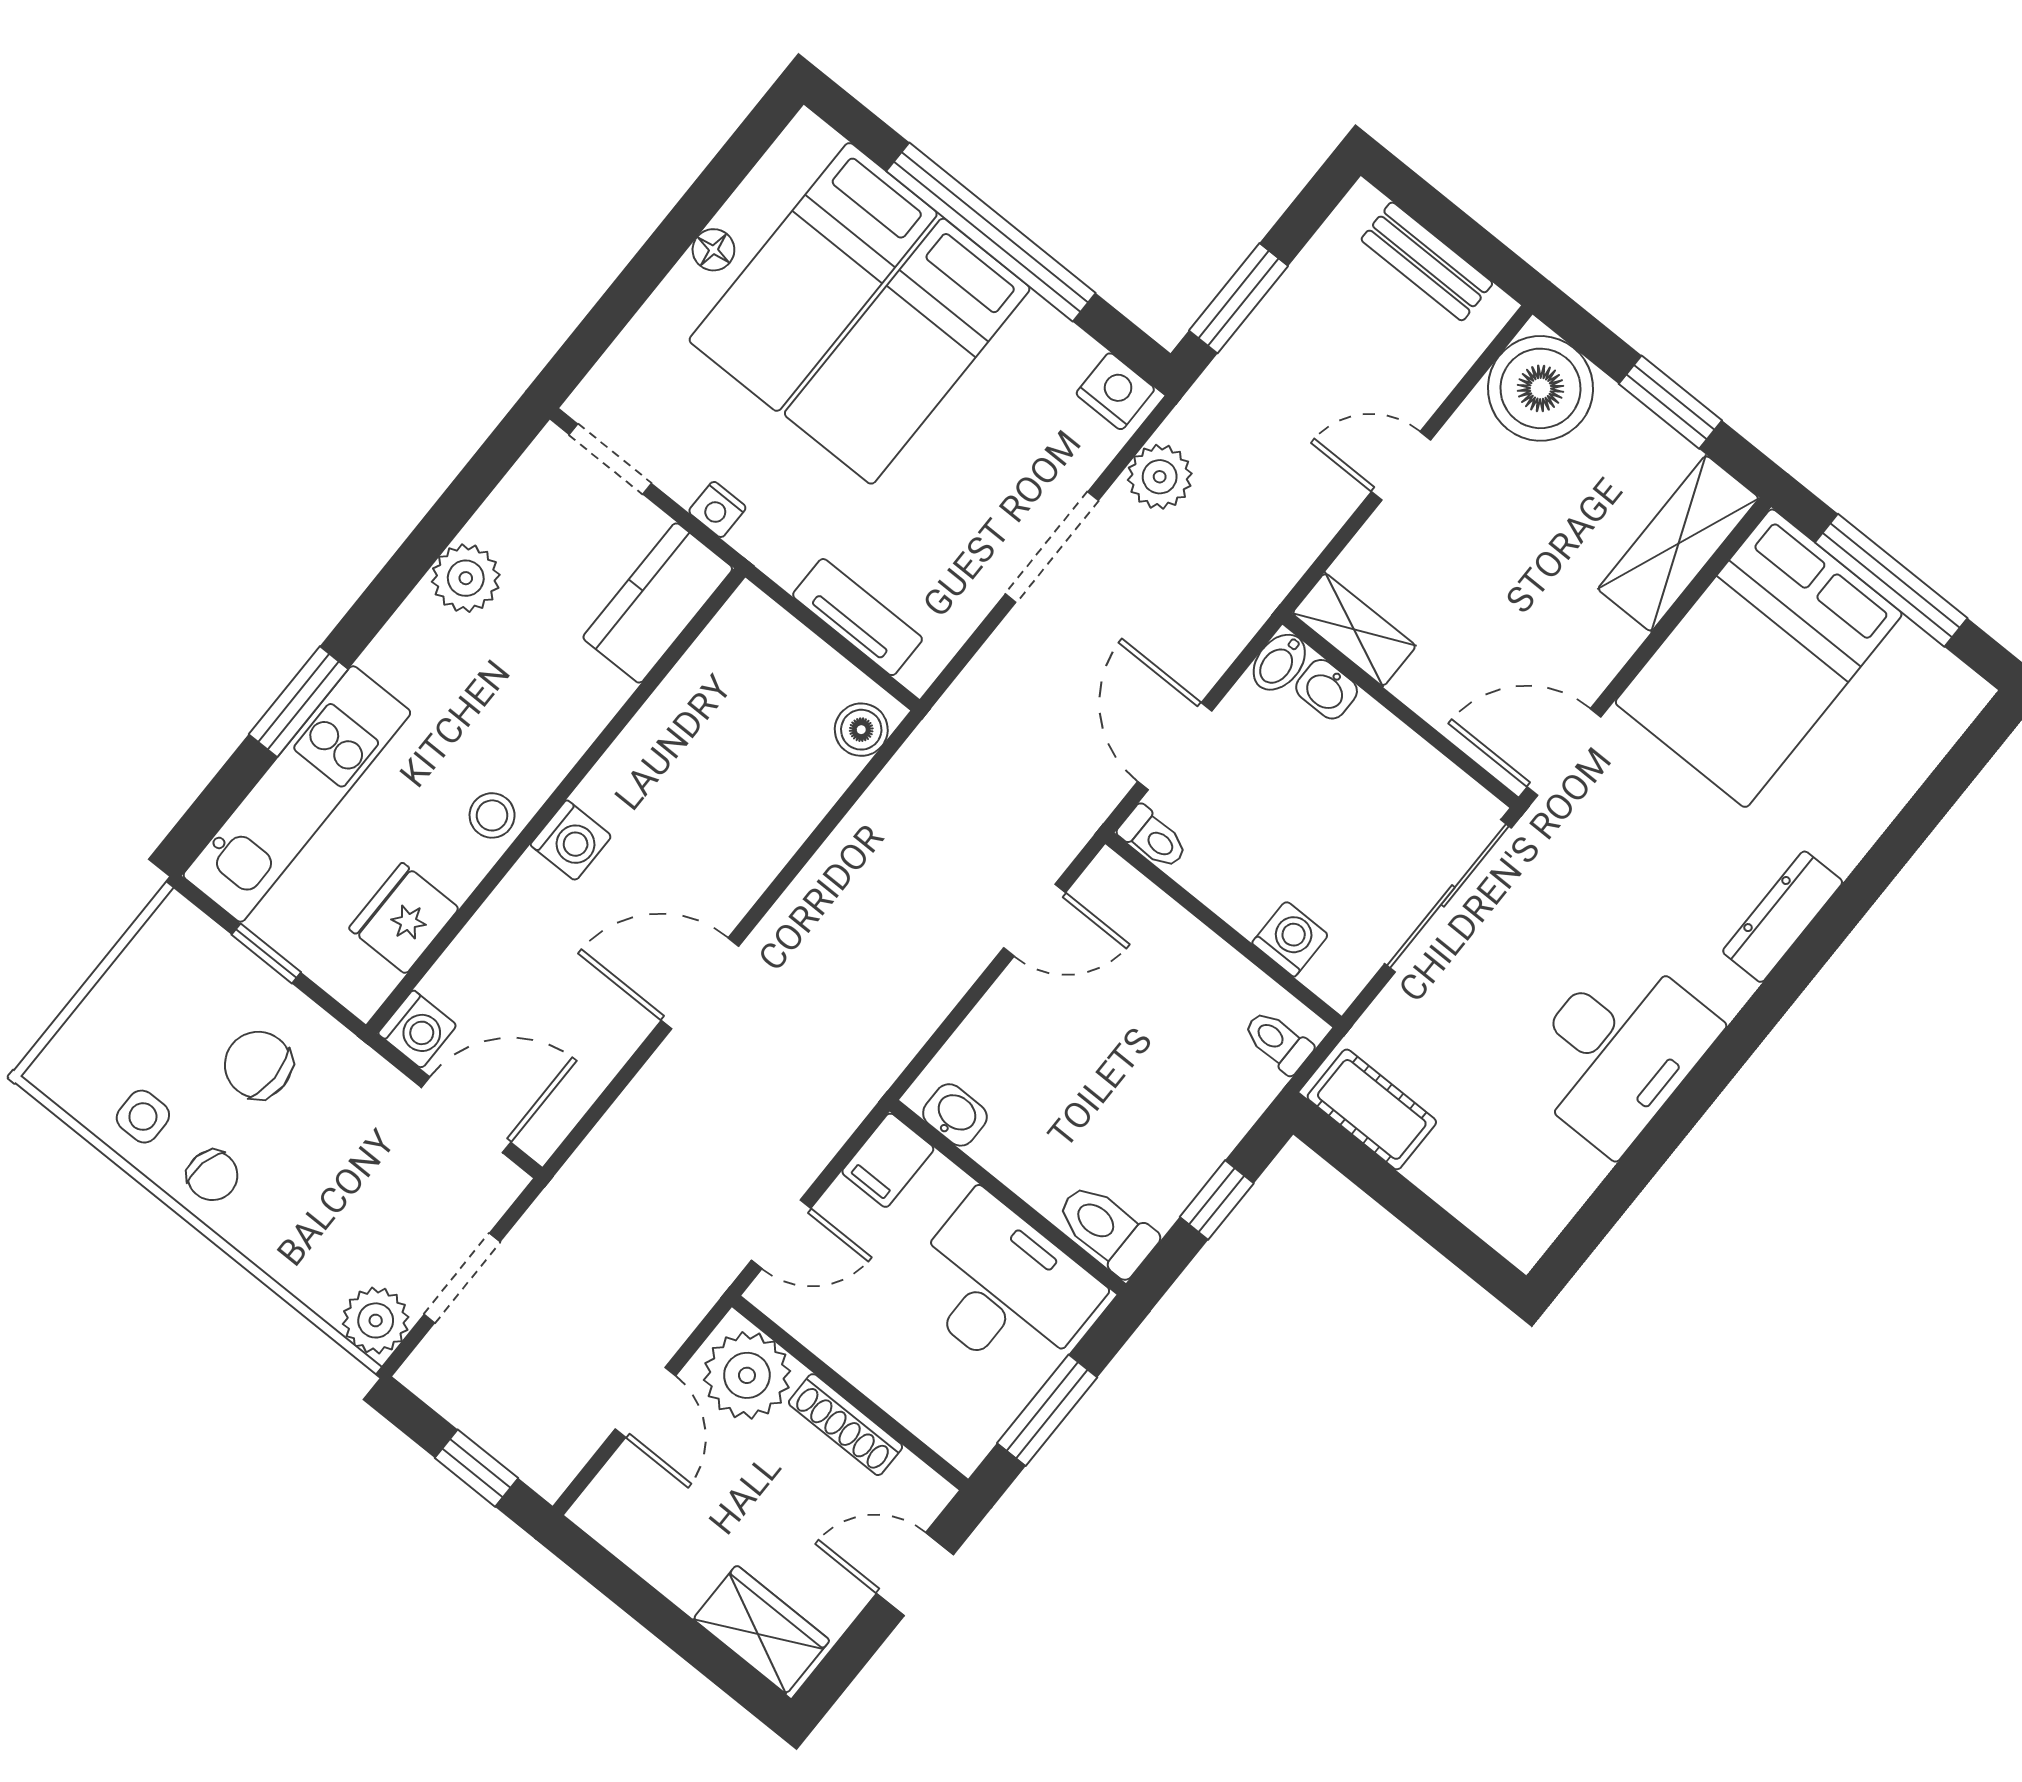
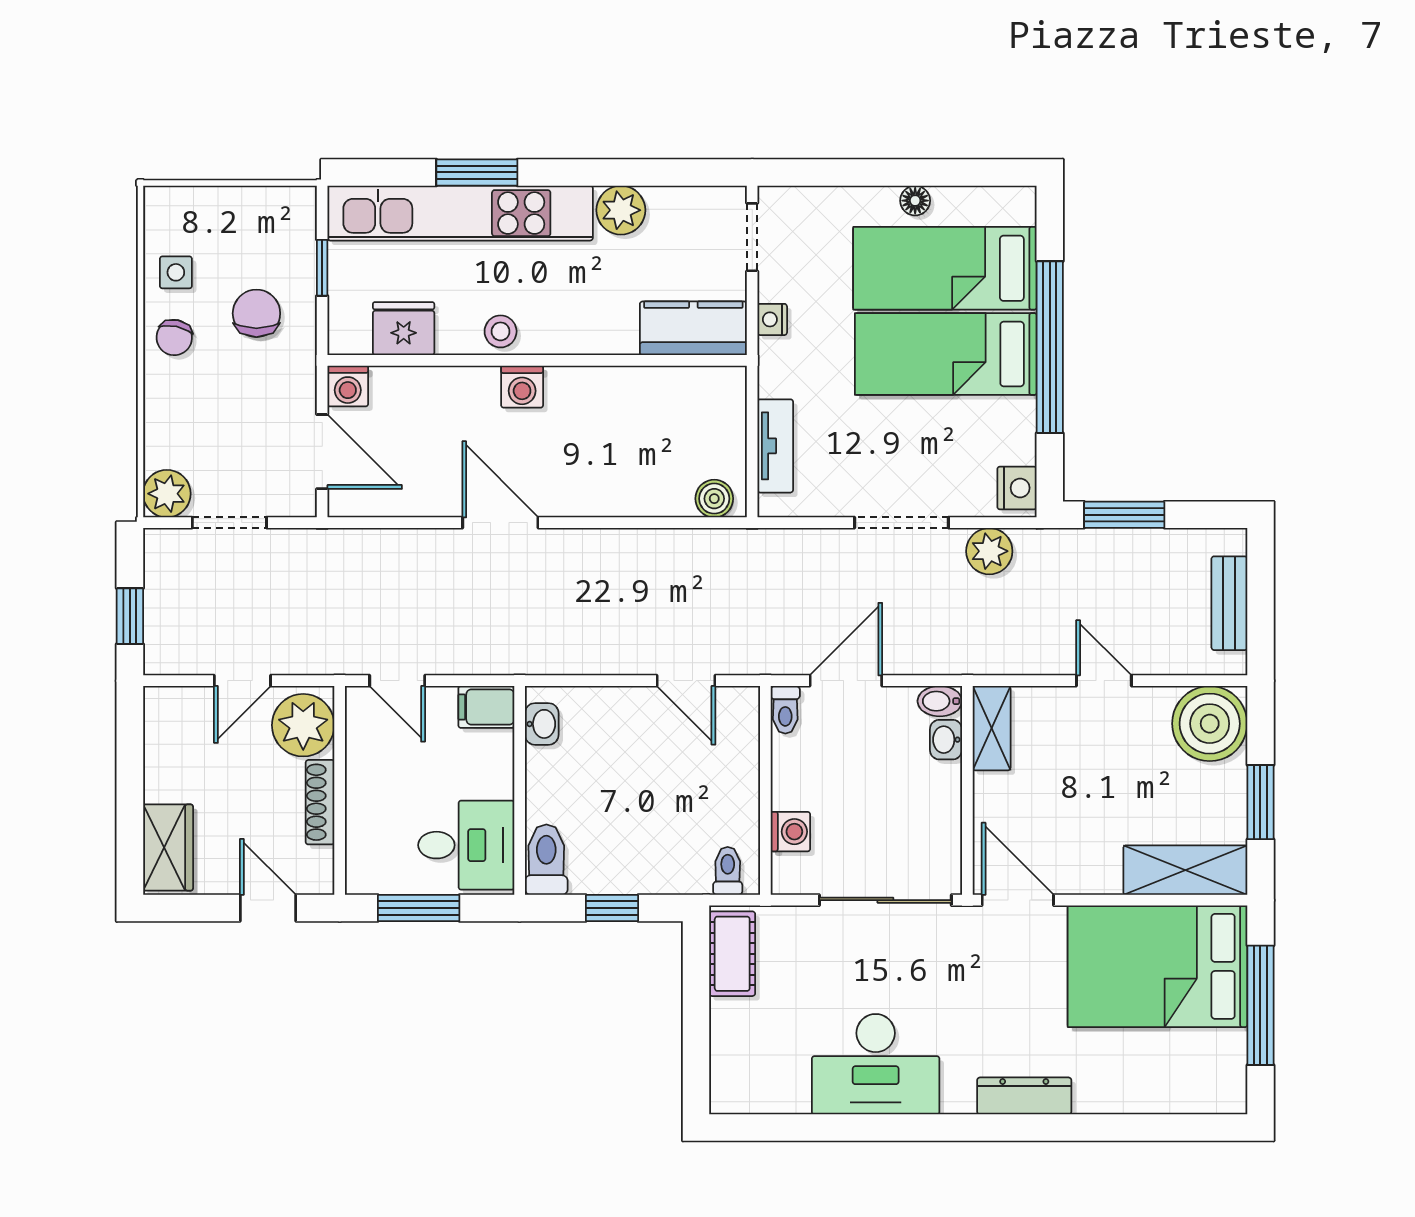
kitchen unit: (297, 794) -> (460, 213), width x1.36
desk: (1002, 1289) -> (466, 845), width x0.73

